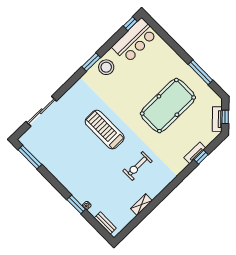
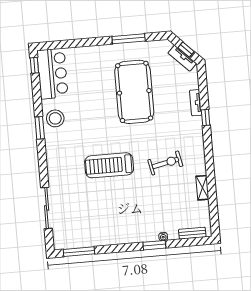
window: (201, 157) -> (206, 117), moved
exercise bike: (137, 166) -> (165, 163), turned -102

